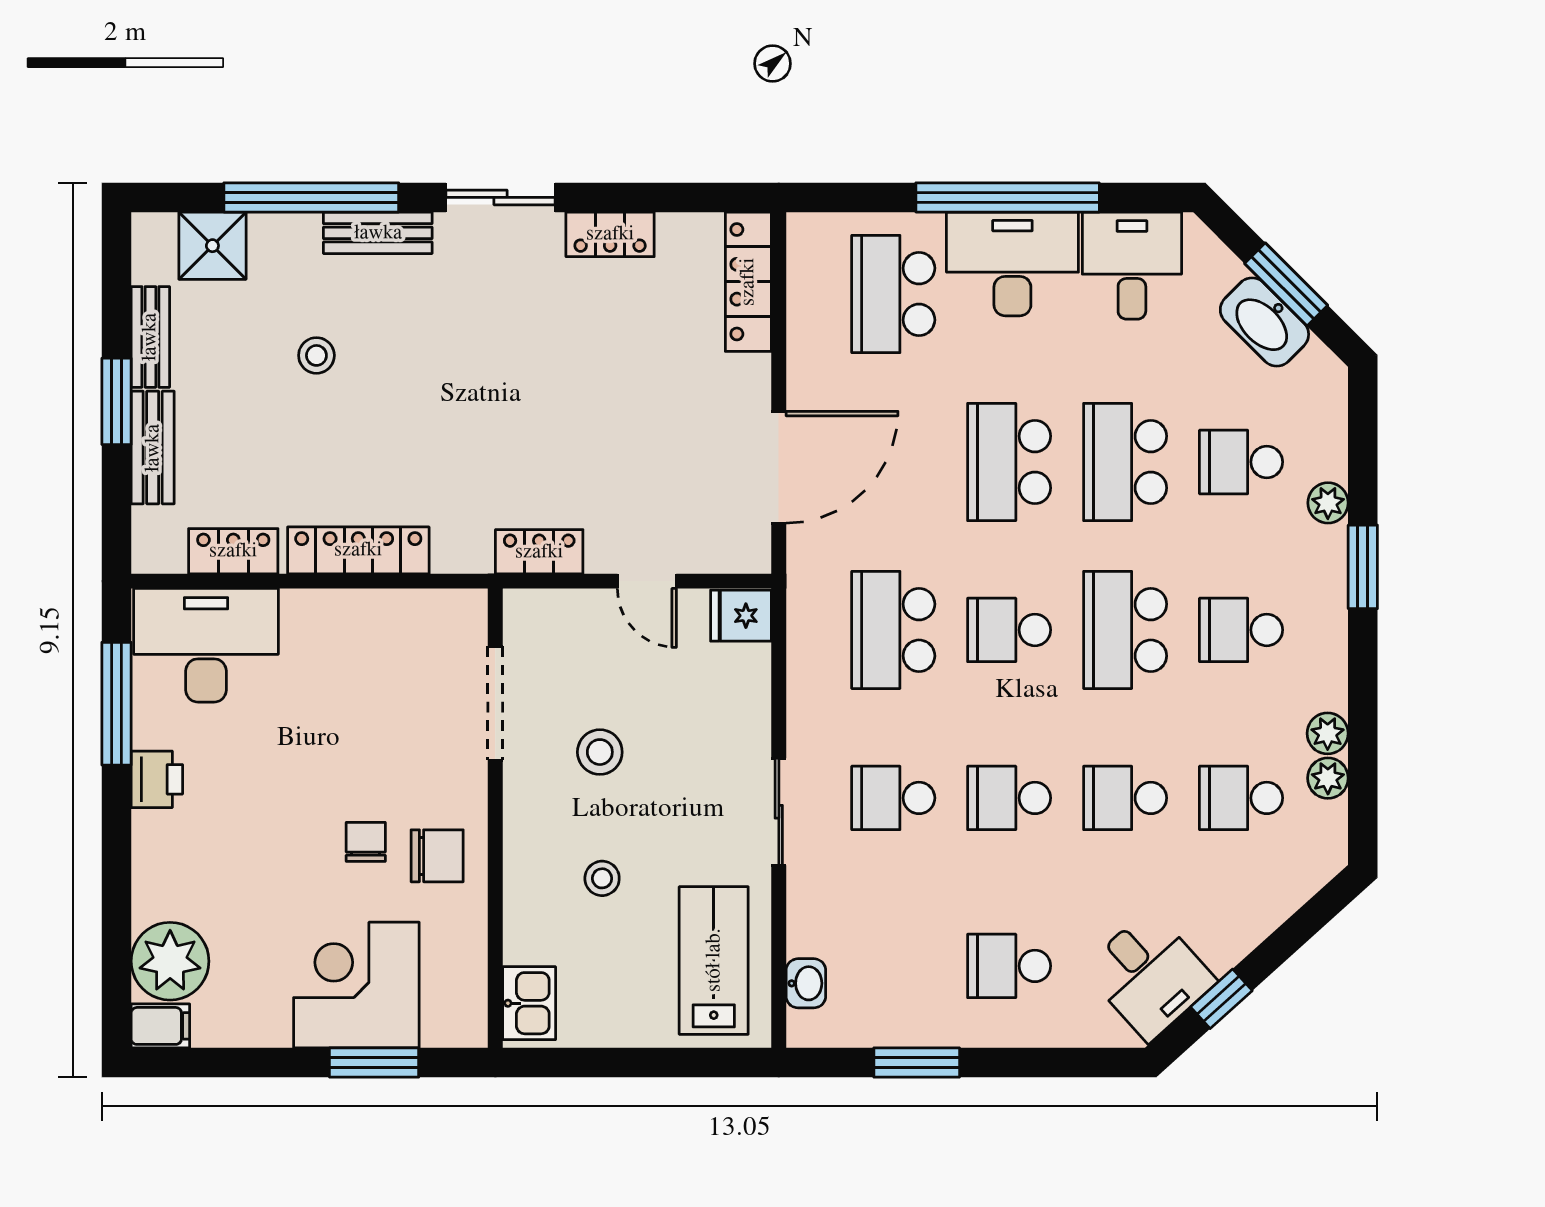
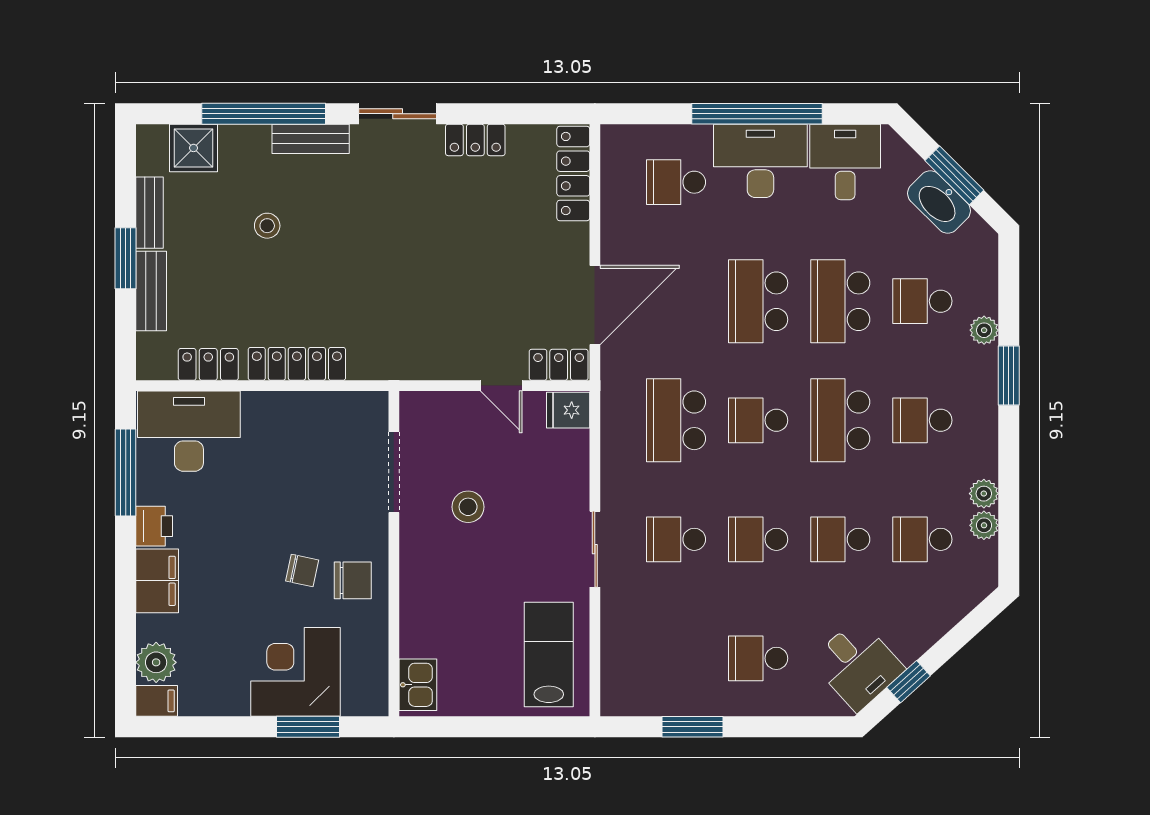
school desk: (893, 294) -> (676, 182), width x0.54
locker: (539, 552) -> (559, 365), moved
chair: (366, 842) -> (302, 570), turned 102
filing cabinet: (161, 857) -> (157, 581), added
stool: (602, 878) -> (470, 596), removed
plant: (170, 961) -> (156, 662), width x0.73, depth x0.73
washbasin: (806, 983) -> (614, 671), removed

